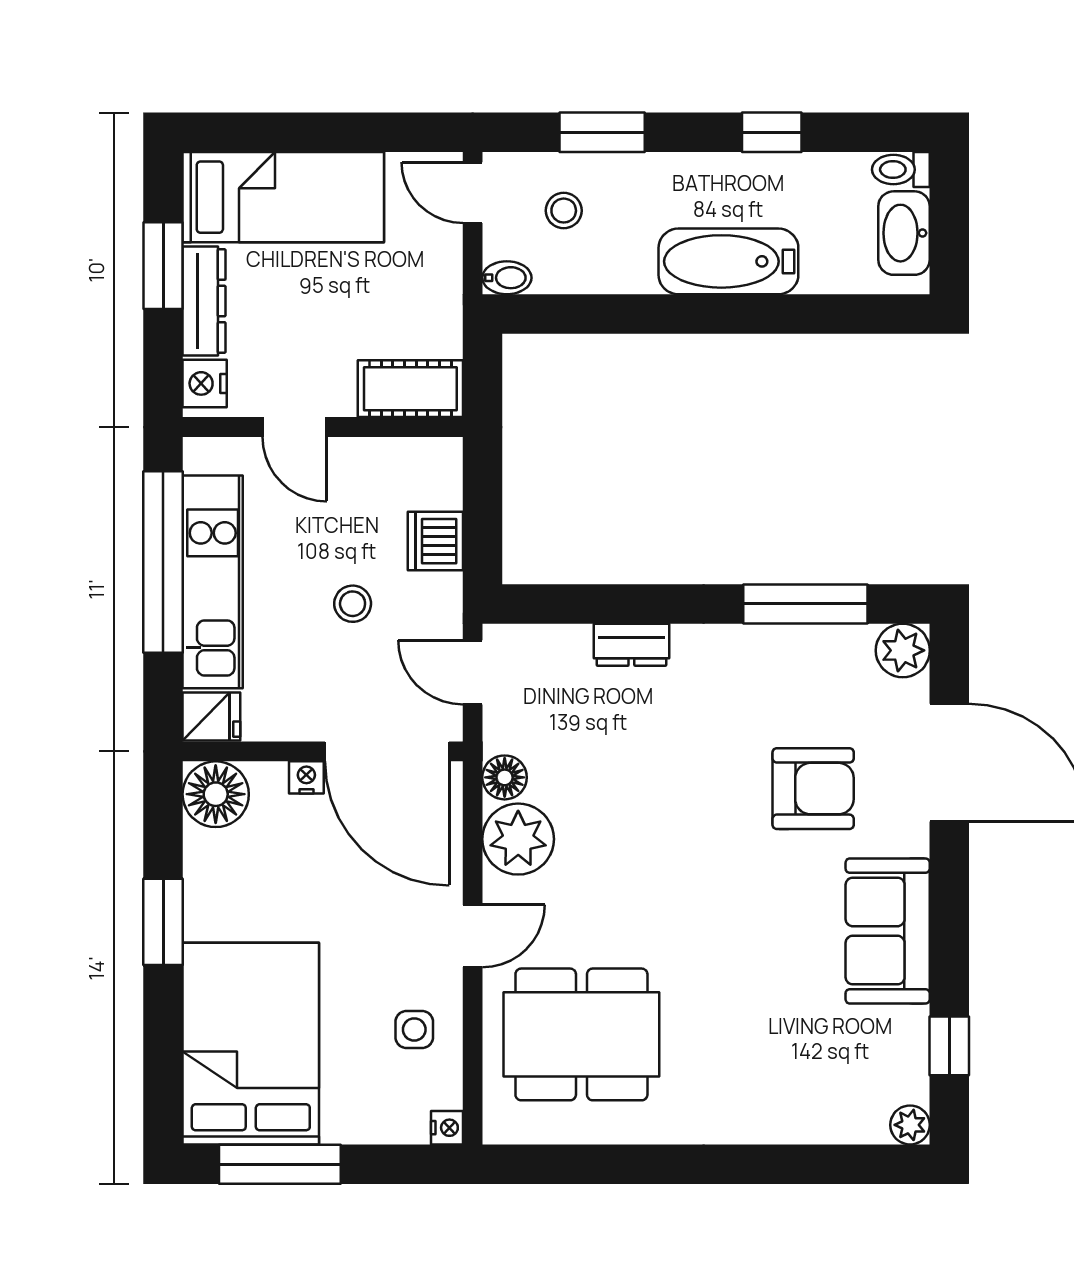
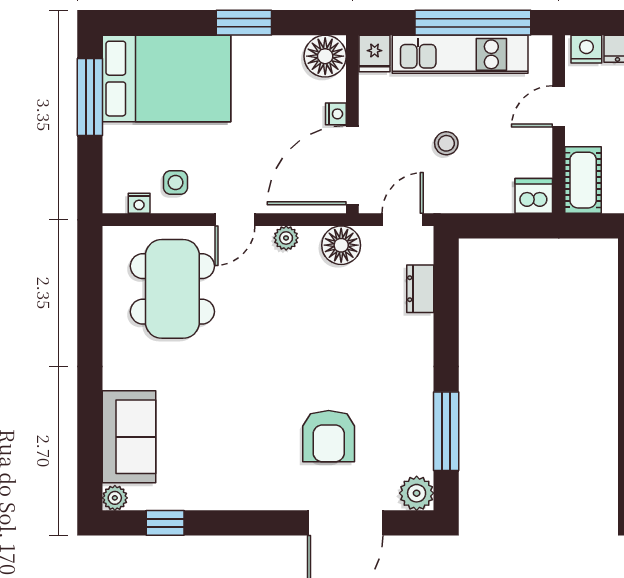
dishwasher: (435, 541) -> (534, 196), moved
dresser: (631, 645) -> (420, 289), moved
floor lamp: (505, 777) -> (341, 245), width x1.38, depth x1.38
plant: (518, 839) -> (286, 238), width x0.53, depth x0.53
sofa: (888, 931) -> (129, 437), moved, turned 90
door: (473, 936) -> (235, 220), hinge flipped
nightstand: (447, 1128) -> (139, 203), moved

